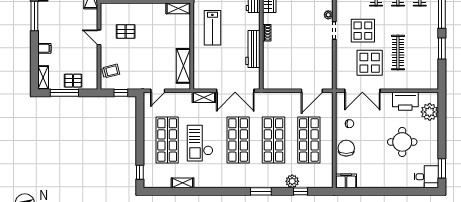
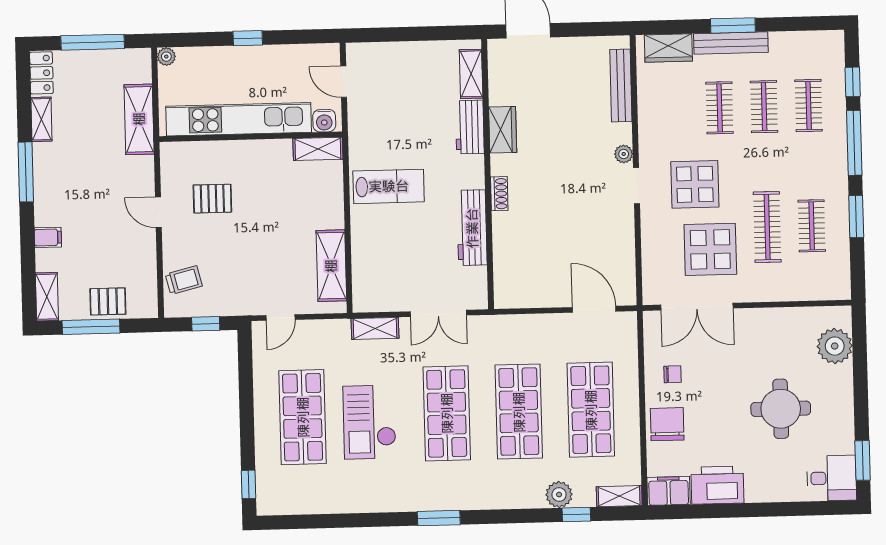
lab bench: (212, 28) -> (389, 186), turned -90
clothes rail: (420, 53) -> (812, 226), added
double door: (235, 91) -> (438, 313), width x0.73
door: (312, 91) -> (594, 309), swing flipped
printer: (405, 101) -> (717, 485), moved, turned 180
shelving: (183, 183) -> (619, 496), moved
window: (261, 191) -> (439, 518), moved

